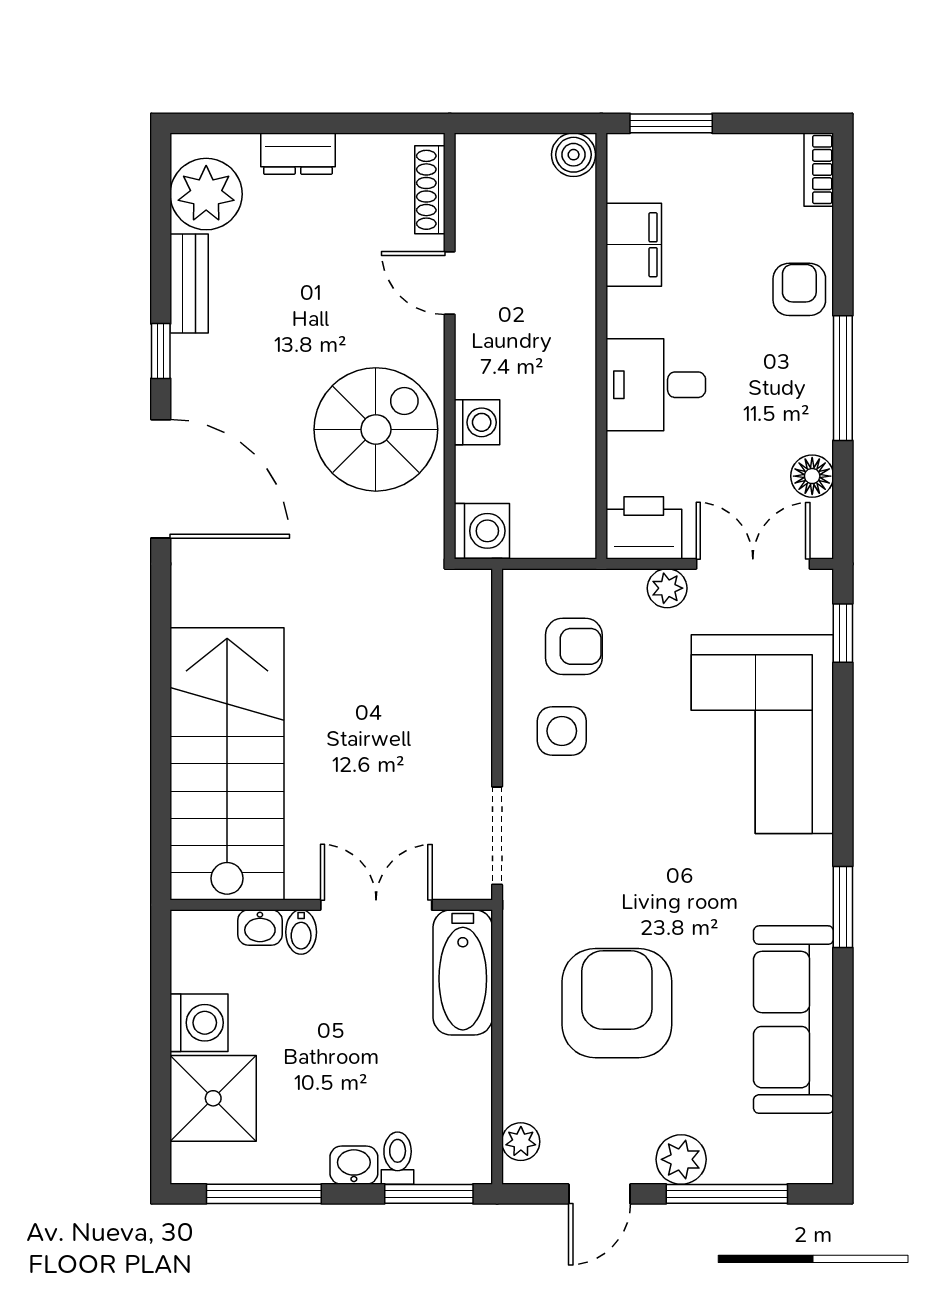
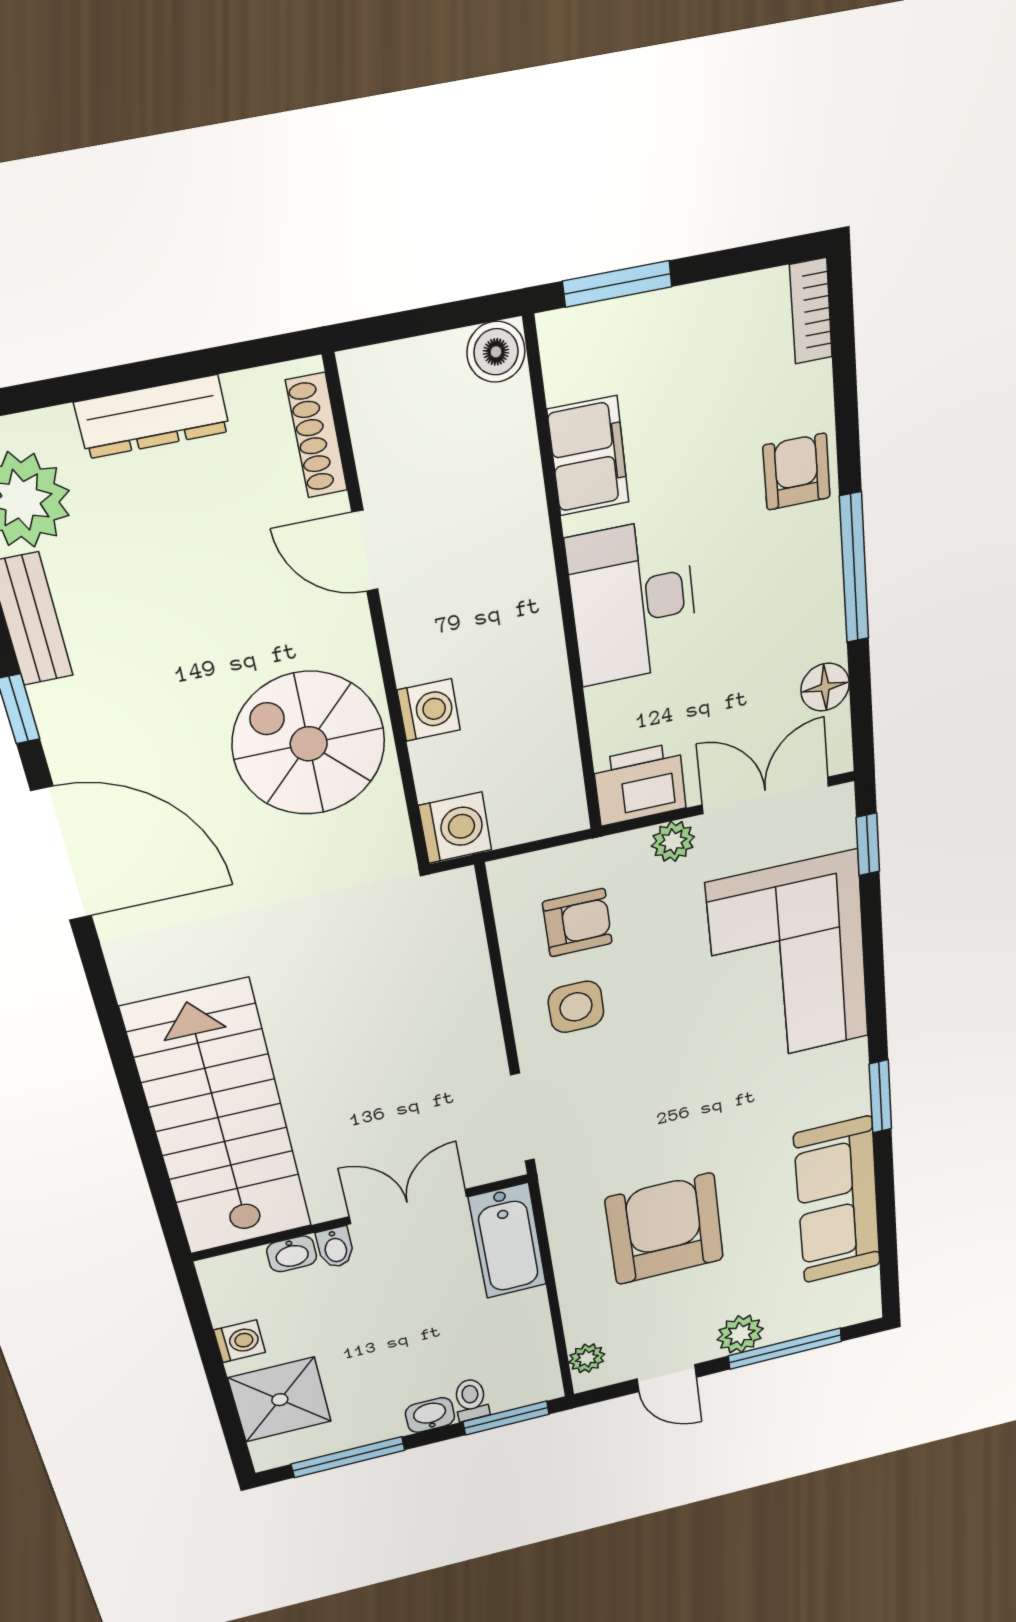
dresser: (298, 154) -> (152, 417), width x1.44
desk: (656, 385) -> (633, 602), width x1.37
spiral stairs: (376, 429) -> (309, 744), turned -90
washing machine: (199, 1023) -> (240, 1341), width x0.73, depth x0.73
door: (599, 1194) -> (667, 1378), hinge flipped

